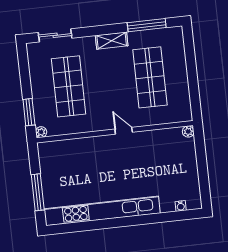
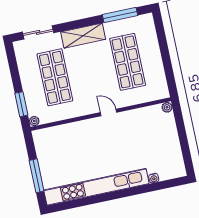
shelving: (112, 41) -> (83, 36), width x1.50, depth x1.33
water cooler: (181, 206) -> (154, 178), moved

